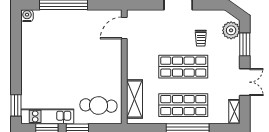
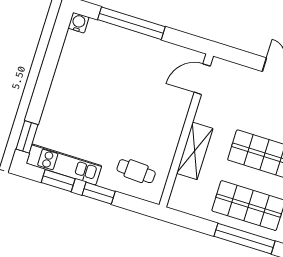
shelving: (135, 99) -> (195, 151), moved
cafe table: (98, 105) -> (136, 171), width x0.73, depth x0.74

